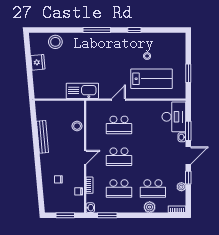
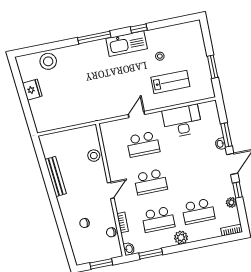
lab bench: (151, 79) -> (170, 82), width x0.73, depth x0.72
kitchen sink: (82, 91) -> (127, 44), moved, turned 180
desk: (174, 117) -> (182, 121), moved, turned -90
plant: (150, 207) -> (181, 238), moved

